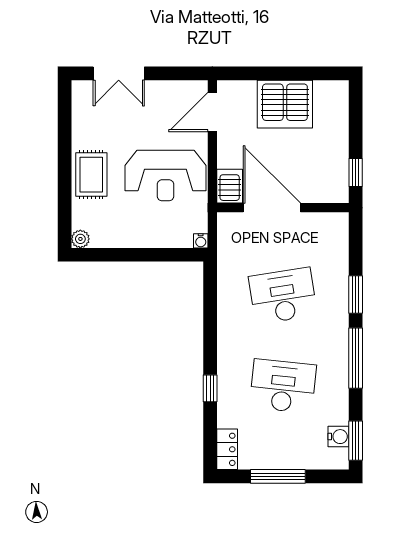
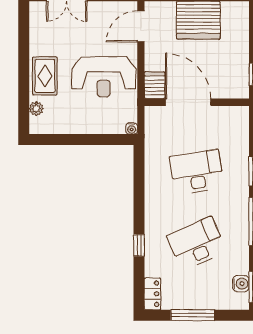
plant: (80, 239) -> (36, 109), moved
desk: (283, 386) -> (197, 244), turned -30

